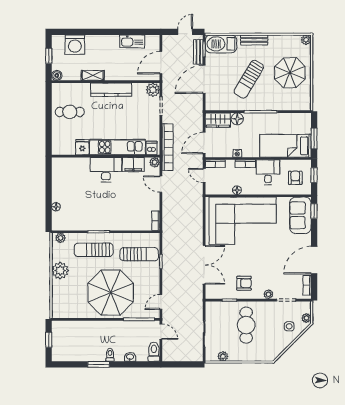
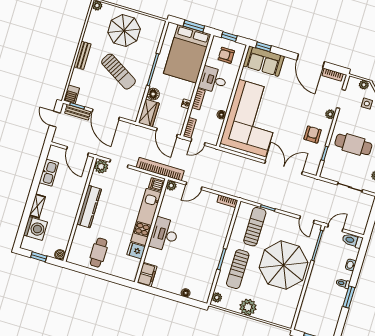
barbecue: (221, 44) -> (72, 94), width x0.53, depth x0.65
shelving: (93, 75) -> (37, 206), moved
bed: (285, 146) -> (187, 54), width x1.50
filing cabinet: (133, 165) -> (147, 275), moved

